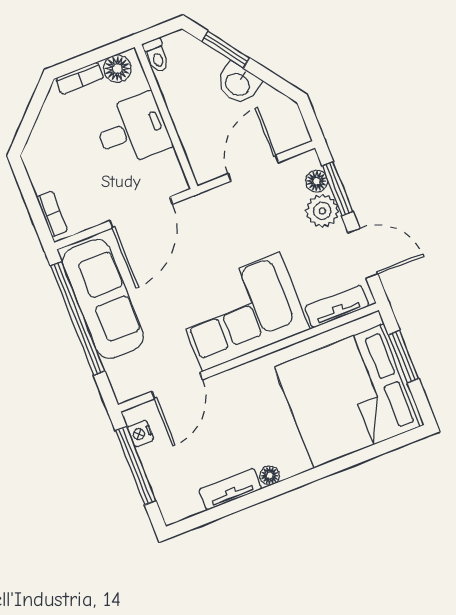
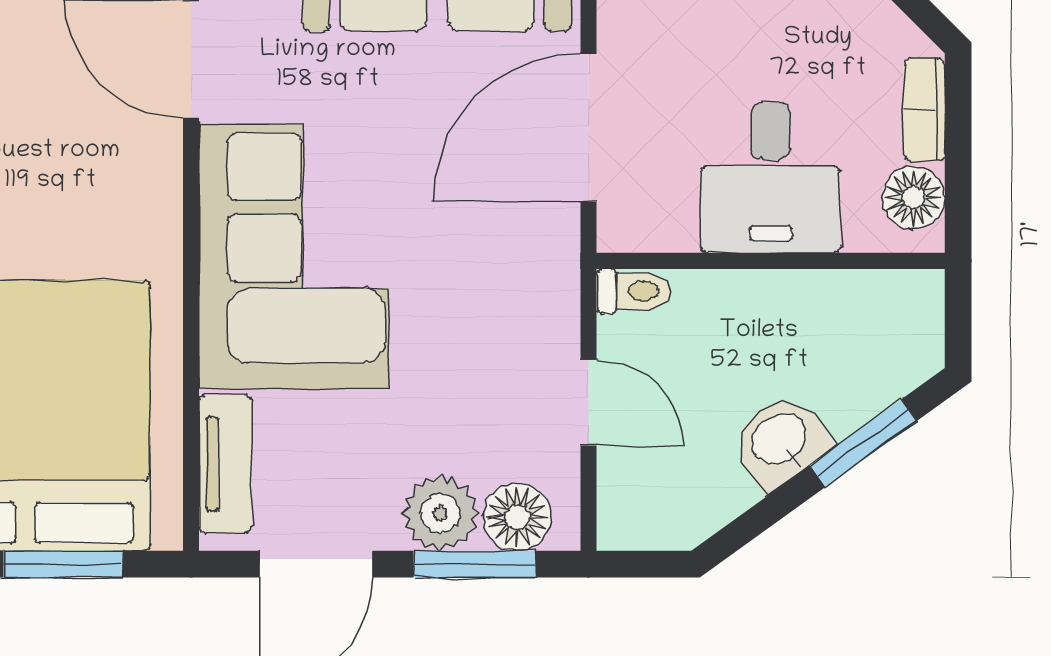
toilet: (156, 56) -> (633, 291), moved, turned 180
door: (253, 168) -> (588, 403), width x0.73
floor lamp: (317, 181) -> (517, 517), width x1.37, depth x1.37
door: (141, 212) -> (588, 128), hinge flipped

